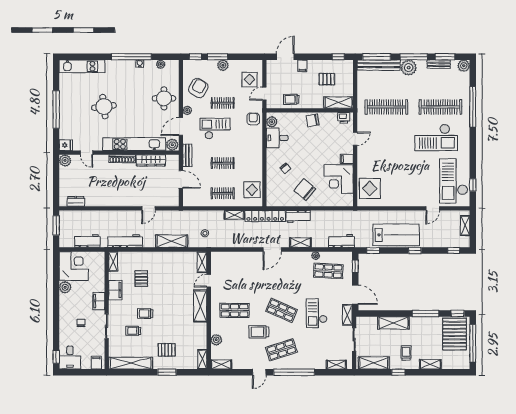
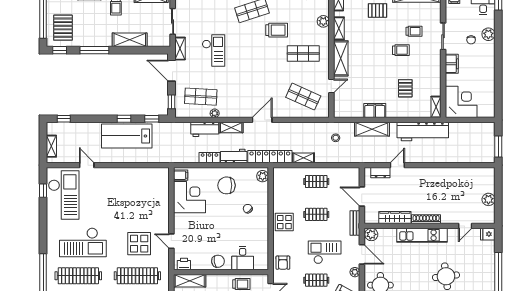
plant: (272, 122) -> (263, 176), moved
door: (181, 127) -> (362, 254), hinge flipped
checkout: (215, 128) -> (325, 252), turned 180
desk: (277, 138) -> (243, 258), moved, turned 90
checkout: (436, 138) -> (83, 242), turned 180
door: (355, 139) -> (171, 241), hinge flipped
kitchen unit: (134, 144) -> (422, 235), width x0.73
door: (87, 153) -> (465, 226), swing flipped
filing cabinet: (347, 159) -> (181, 175), moved
plant: (65, 161) -> (488, 199), moved
display table: (370, 188) -> (139, 244), moved
display table: (252, 190) -> (284, 222), moved
chair: (305, 190) -> (227, 185), turned 140
dresser: (76, 201) -> (380, 173), moved
door: (433, 208) -> (87, 165), hinge flipped
locker: (320, 215) -> (209, 158), added
workbench: (87, 241) -> (464, 129), removed
workbench: (125, 241) -> (423, 132), width x1.36, depth x1.32
workbench: (341, 241) -> (205, 129), moved
window: (415, 251) -> (124, 119), moved
shelving: (202, 262) -> (339, 28), moved
corner desk: (74, 266) -> (461, 102), moved, turned 180
plant: (65, 287) -> (488, 34), moved
filing cabinet: (115, 290) -> (375, 111), moved, turned 90
shop shelf: (281, 310) -> (303, 97), moved
pallet: (455, 334) -> (63, 28), width x0.73, depth x0.71

